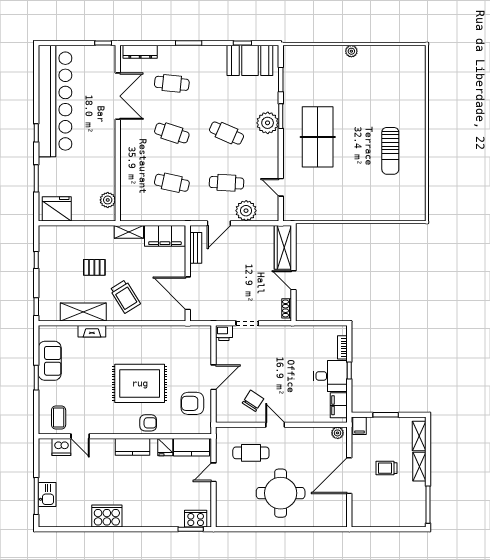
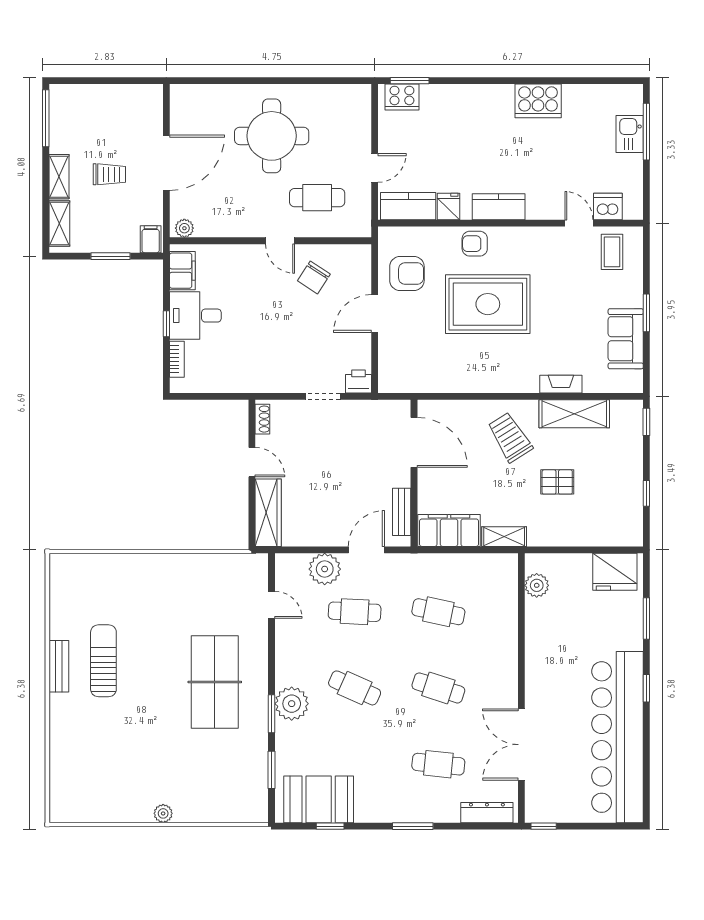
bench: (419, 147) -> (59, 666), added

